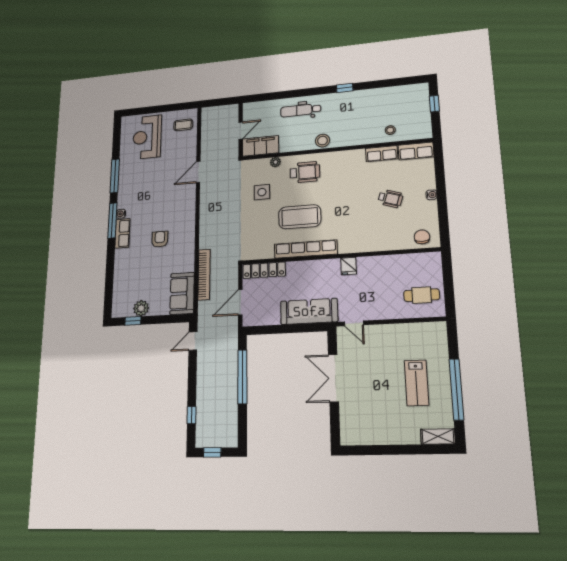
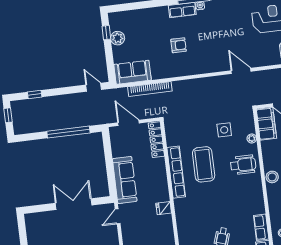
wheelchair: (305, 172) -> (243, 165), turned -90

